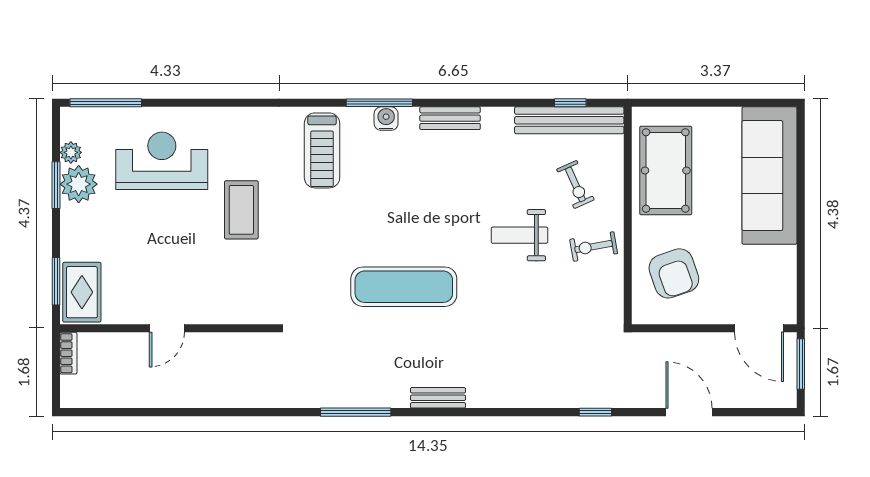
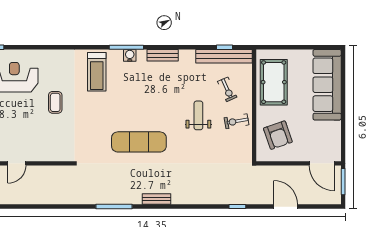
coffee table: (241, 210) -> (55, 102), width x0.73, depth x0.77
weight bench: (519, 235) -> (198, 115), turned 90

